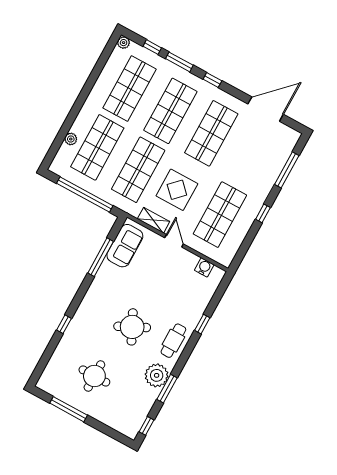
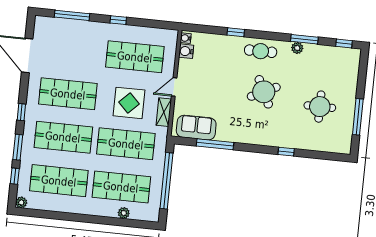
water cooler: (217, 272) -> (186, 38), added
plant: (157, 375) -> (297, 48), width x0.53, depth x0.53

